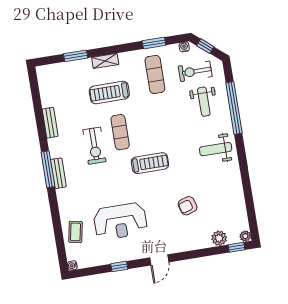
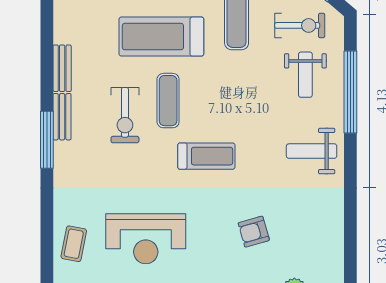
exercise bike: (195, 71) -> (300, 25), turned 180
treadmill: (109, 93) -> (161, 37), width x1.37, depth x1.38
bench: (58, 173) -> (62, 117), moved

